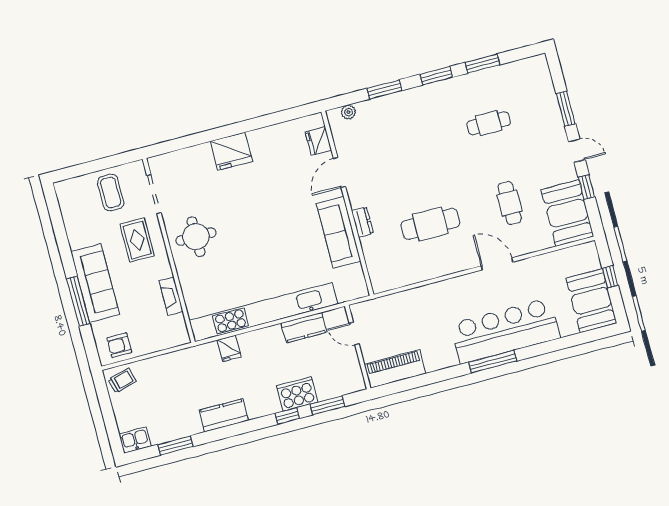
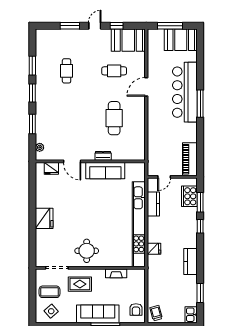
side table: (79, 204) -> (51, 311), added
window: (610, 277) -> (170, 26), width x2.17
cooker: (297, 394) -> (189, 196), moved

